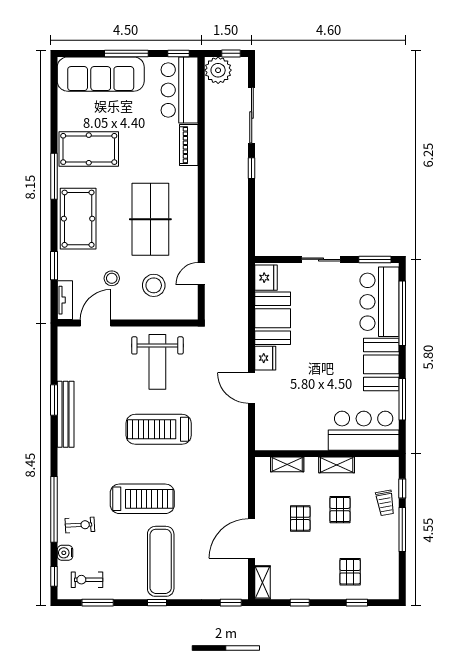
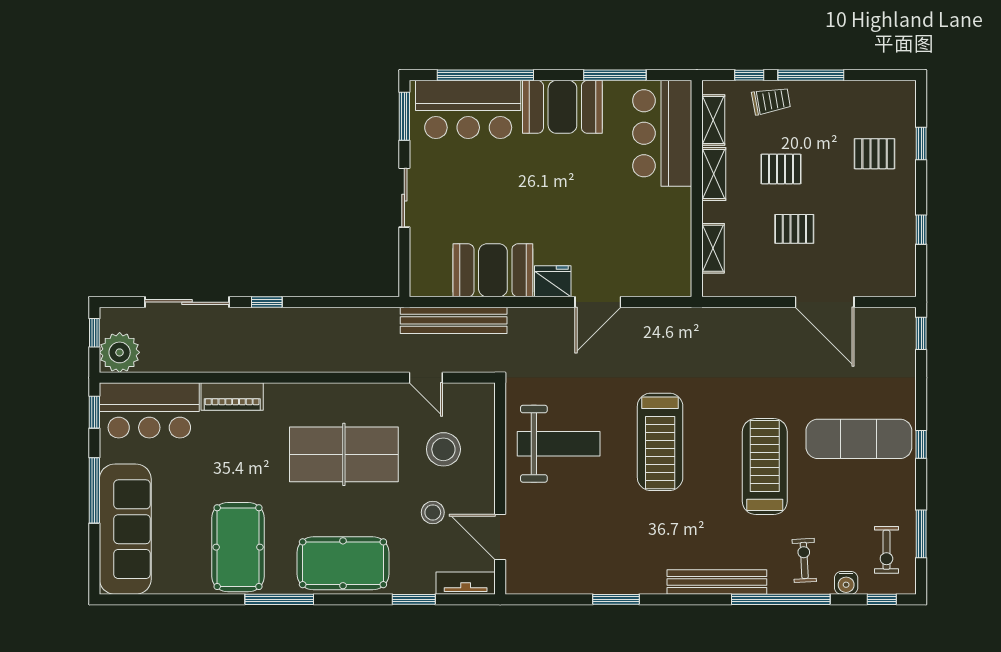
fridge: (266, 278) -> (432, 280), removed
bench: (239, 292) -> (454, 320), added
bench: (66, 414) -> (717, 582), moved
shelving: (262, 582) -> (713, 120), moved, turned 90

